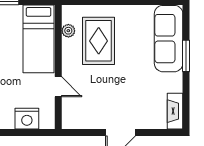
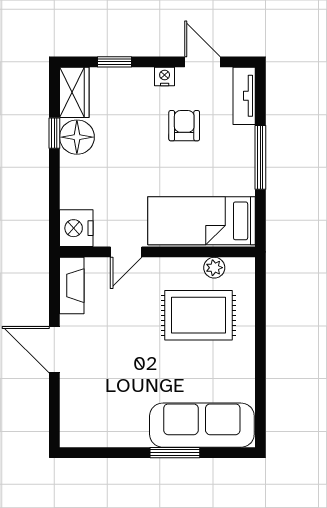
fireplace: (175, 111) -> (72, 286), moved, turned 90
nightstand: (27, 119) -> (76, 228), moved

